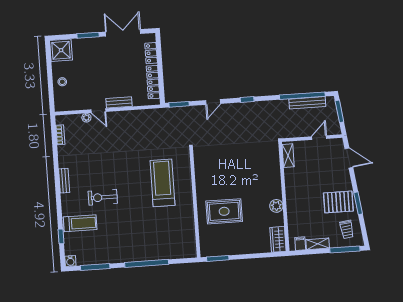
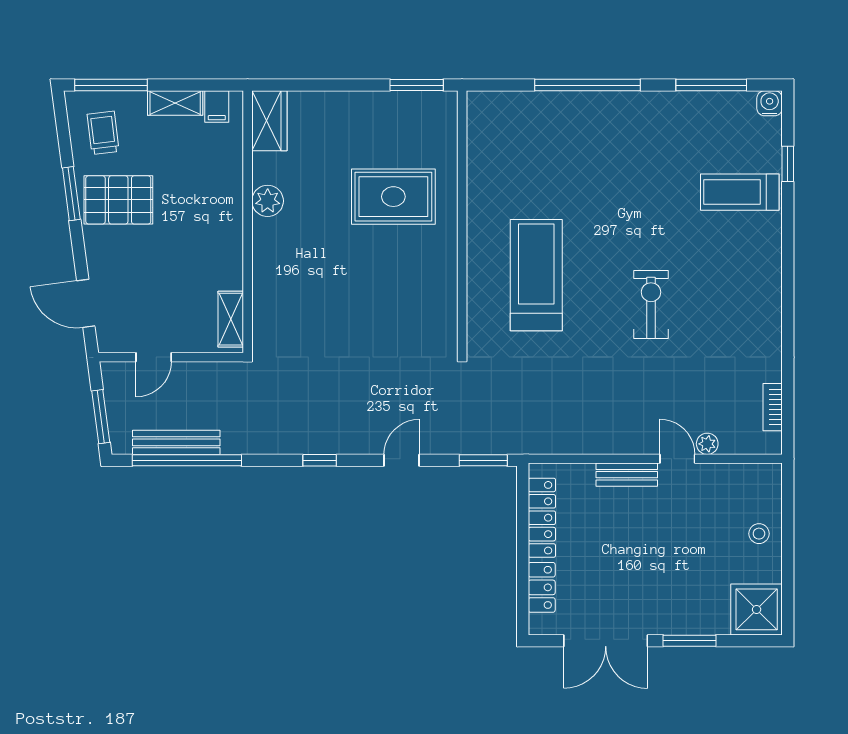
bench: (64, 181) -> (771, 297), removed
treadmill: (162, 183) -> (536, 275), turned 180
exercise bike: (103, 197) -> (651, 304), moved, turned -90

